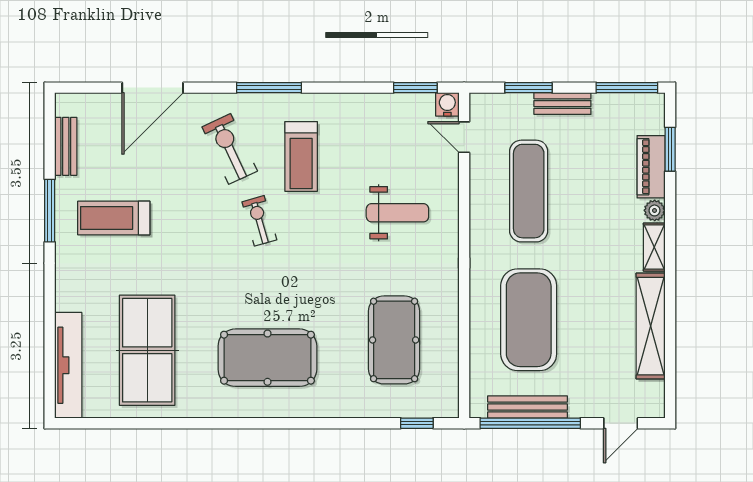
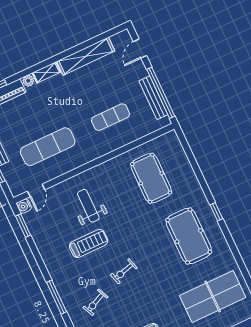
exercise bike: (230, 149) -> (95, 302), width x0.73, depth x0.72
treadmill: (301, 157) -> (89, 243), moved
exercise mat: (529, 320) -> (111, 117), width x0.50, depth x0.69
pool table: (394, 340) -> (151, 178), turned 90
window: (417, 423) -> (216, 212), moved
door: (621, 423) -> (140, 49), swing flipped

